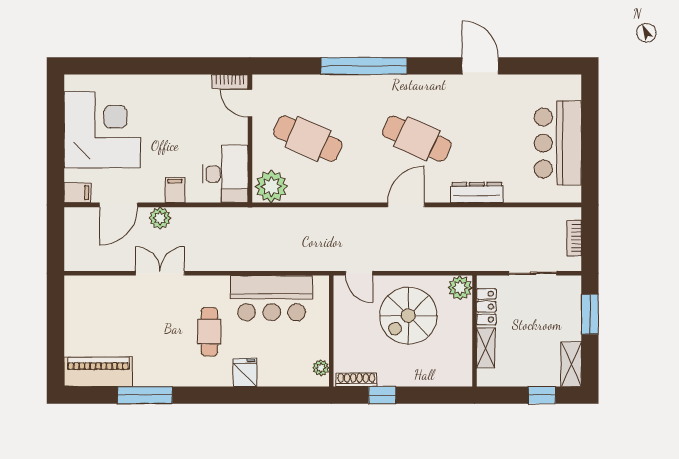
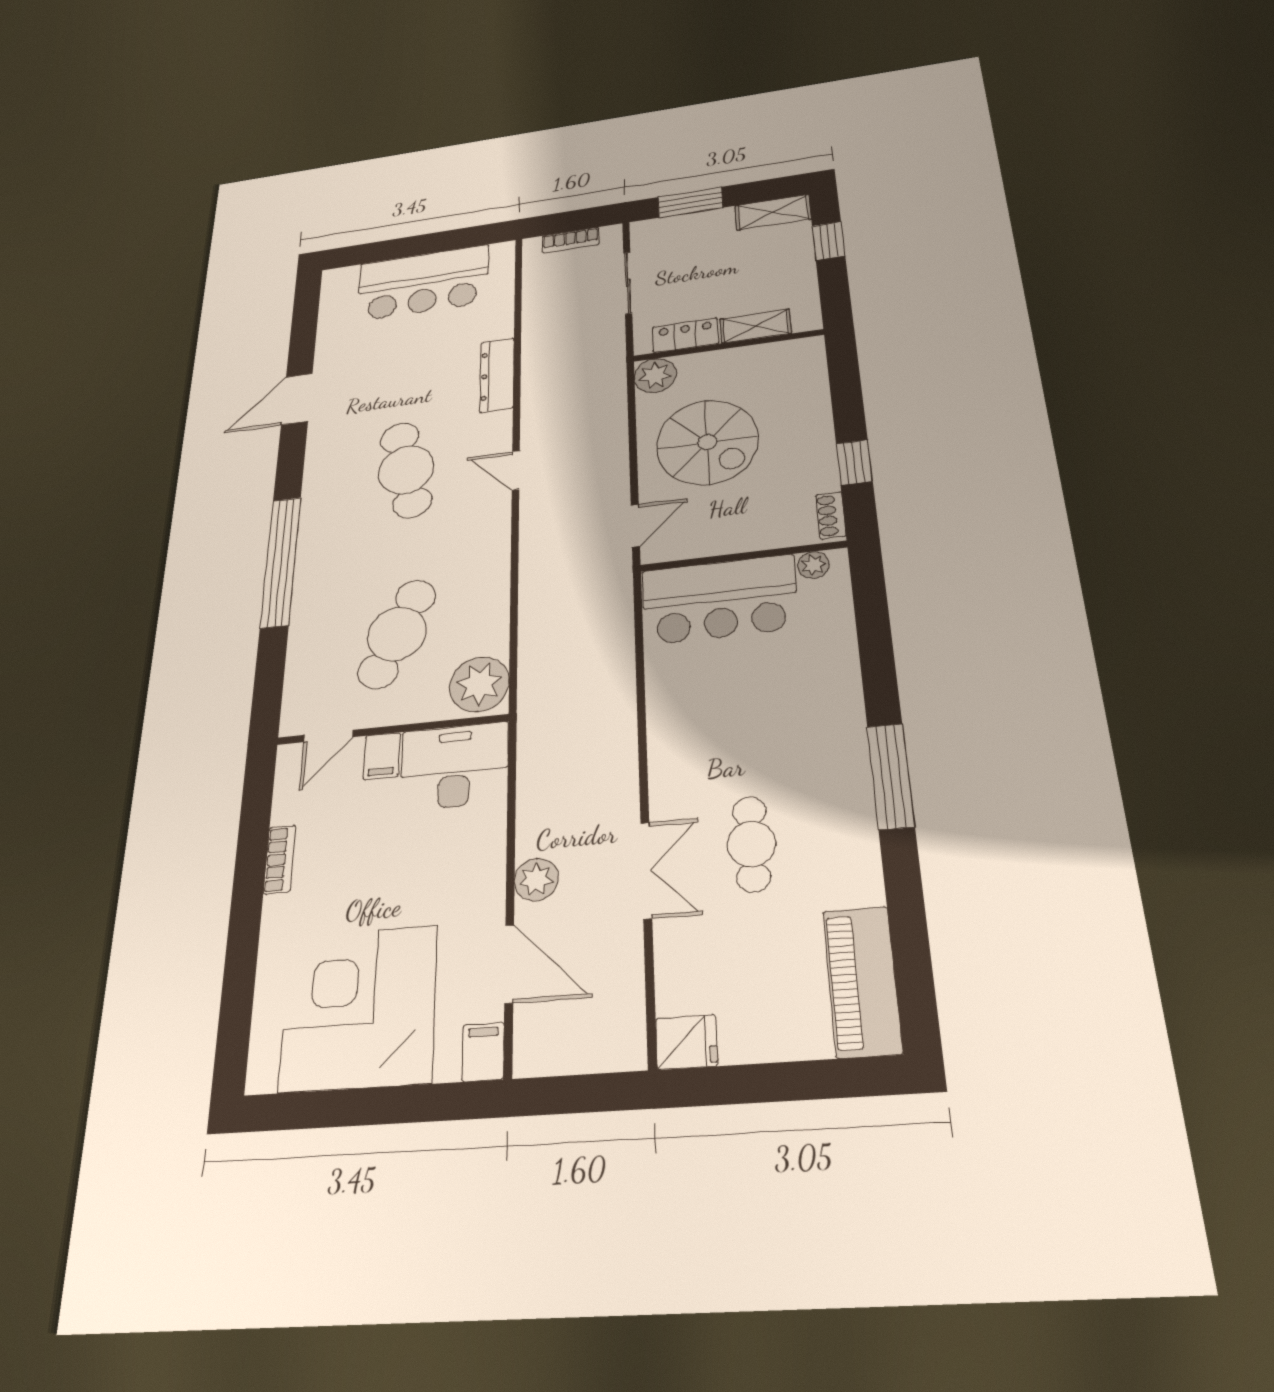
bookcase: (230, 82) -> (280, 859), moved
cafe table: (417, 139) -> (406, 470), turned -36
filing cabinet: (175, 190) -> (382, 756), moved, turned -90
door: (406, 205) -> (516, 470), width x0.73
double door: (160, 273) -> (646, 870), swing flipped
bar counter: (272, 298) -> (719, 599), moved, turned 90
cafe table: (209, 332) -> (751, 844), moved, turned 90
fridge: (245, 373) -> (686, 1042), moved, turned 180
shoe rack: (356, 380) -> (831, 515), width x0.70
window: (145, 395) -> (891, 776), moved

